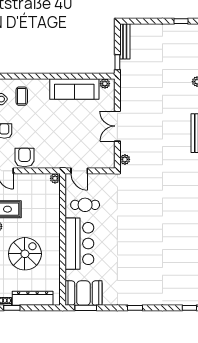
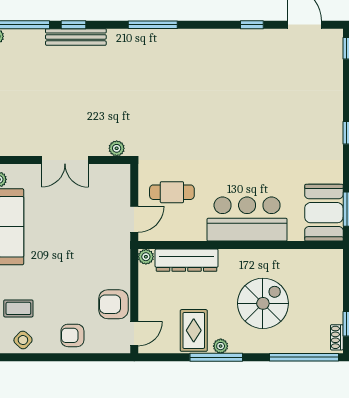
cafe table: (85, 205) -> (172, 192), moved, turned 90
spiral stairs: (25, 254) -> (263, 303), turned 90
dresser: (33, 298) -> (187, 260), moved, turned -90

